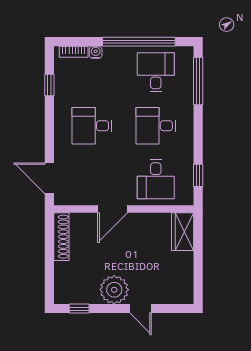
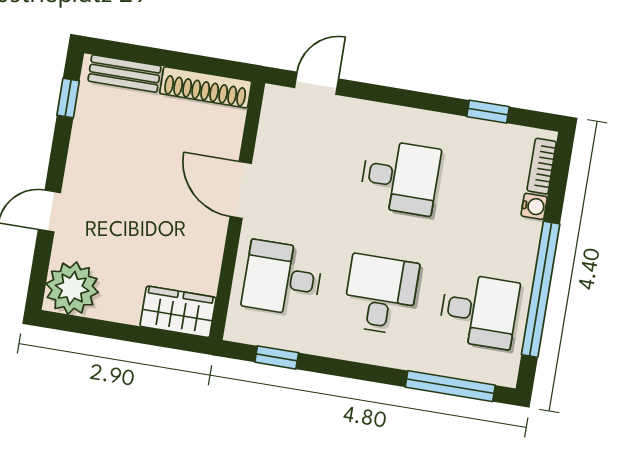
desk: (92, 126) -> (400, 177), turned 90
door: (49, 178) -> (316, 83), width x0.73
bench: (61, 281) -> (124, 73), added
plant: (114, 290) -> (72, 288), moved

